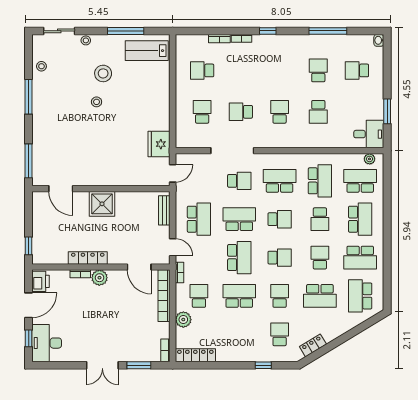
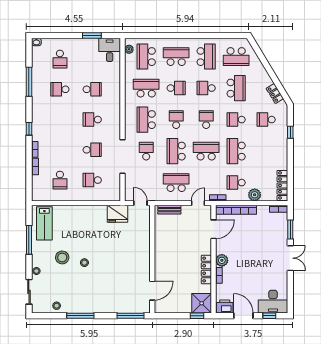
school desk: (241, 112) -> (92, 150), turned -90
shower: (102, 204) -> (202, 303), moved

